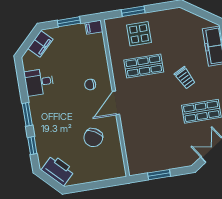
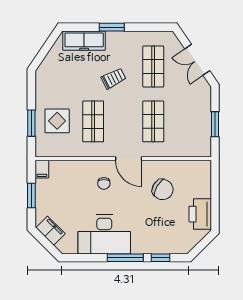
desk: (39, 82) -> (104, 234), width x1.87, depth x1.30
window: (27, 114) -> (125, 258), width x1.44
shop shelf: (152, 119) -> (153, 121), added
printer: (58, 170) -> (200, 214), moved, turned -45

